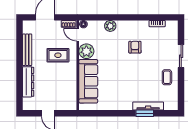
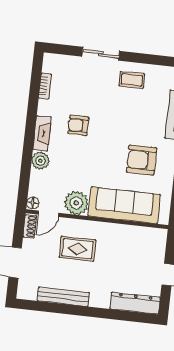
fireplace: (127, 25) -> (42, 133), added
rug: (58, 55) -> (78, 249), turned 90
dresser: (28, 82) -> (135, 303), moved
armchair: (118, 89) -> (142, 160), added

